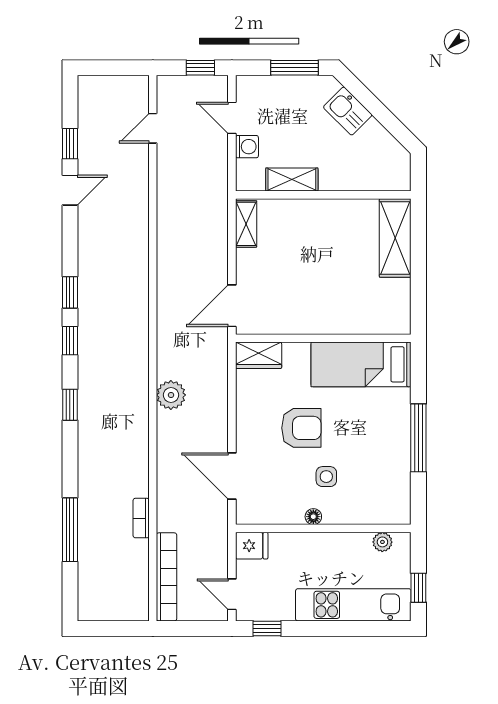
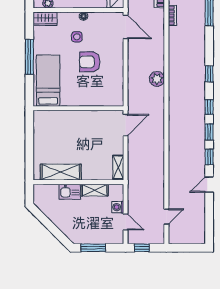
kitchen sink: (348, 111) -> (70, 192), moved, turned 135
window: (70, 144) -> (209, 157), moved
shelving: (395, 238) -> (61, 172), moved, turned 90
wardrobe: (259, 355) -> (45, 19), moved, turned 180
bed: (361, 364) -> (48, 81), moved, turned -90
door: (232, 476) -> (126, 27), moved

